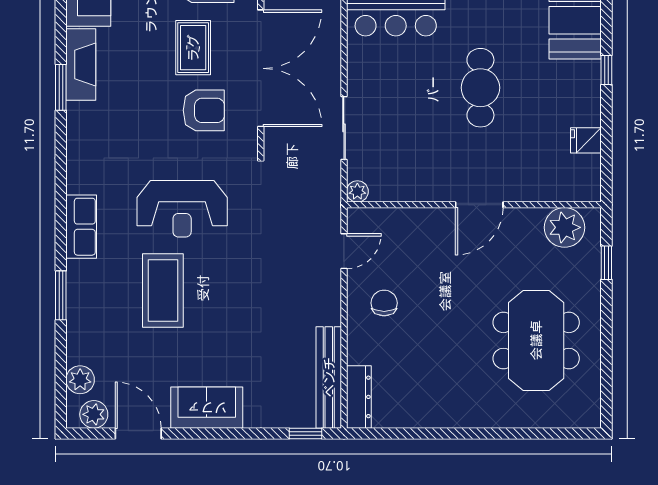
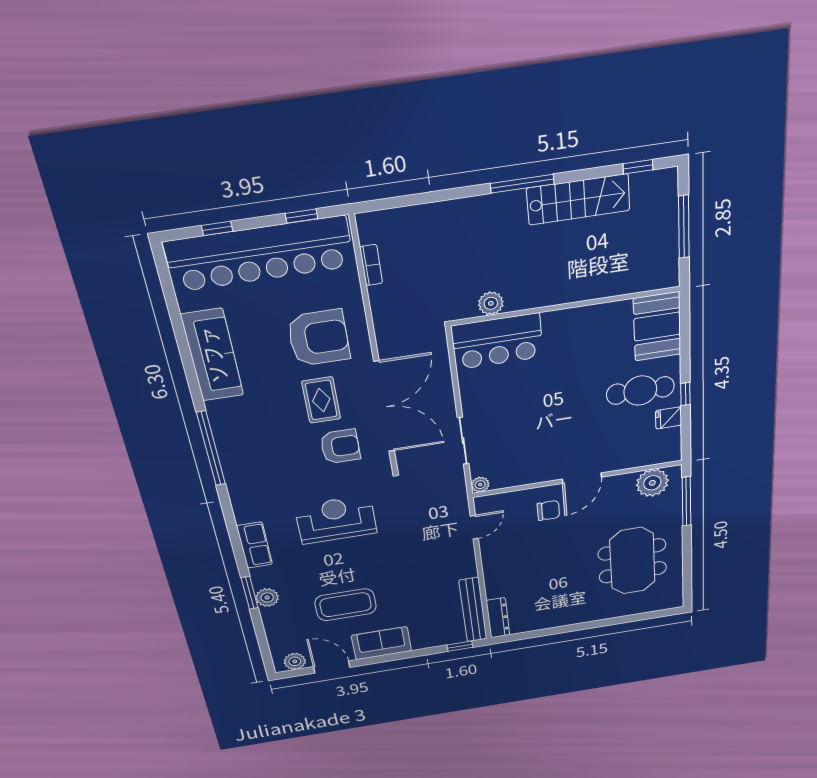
fireplace: (81, 64) -> (224, 428), removed
window: (606, 70) -> (685, 394), moved
window: (61, 87) -> (211, 449), width x2.11
cafe table: (480, 88) -> (640, 391), moved, turned 90
reception desk: (182, 209) -> (336, 520), turned 180
window: (606, 263) -> (686, 502), width x2.17
coffee table: (163, 290) -> (346, 605), moved, turned 90
chair: (384, 303) -> (548, 510), moved, turned 90
plant: (80, 380) -> (267, 597), moved

